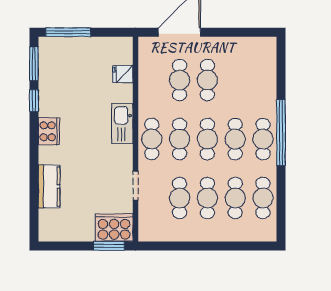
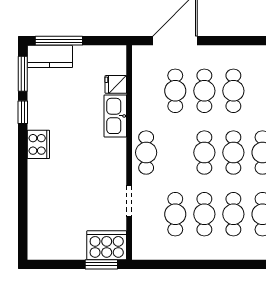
kitchen sink: (122, 124) -> (115, 116), moved
cafe table: (180, 139) -> (233, 91), moved
kitchen counter: (49, 186) -> (50, 56), moved, turned 90

